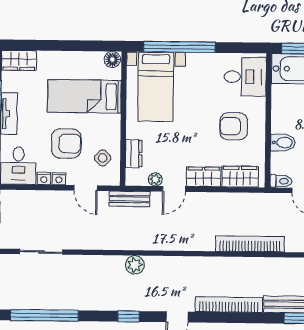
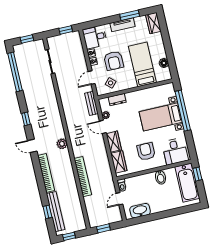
floor lamp: (112, 59) -> (164, 63), moved
bed with nightstands: (156, 87) -> (161, 117), moved
bidet: (283, 143) -> (160, 177), moved
plant: (135, 265) -> (62, 144), moved

